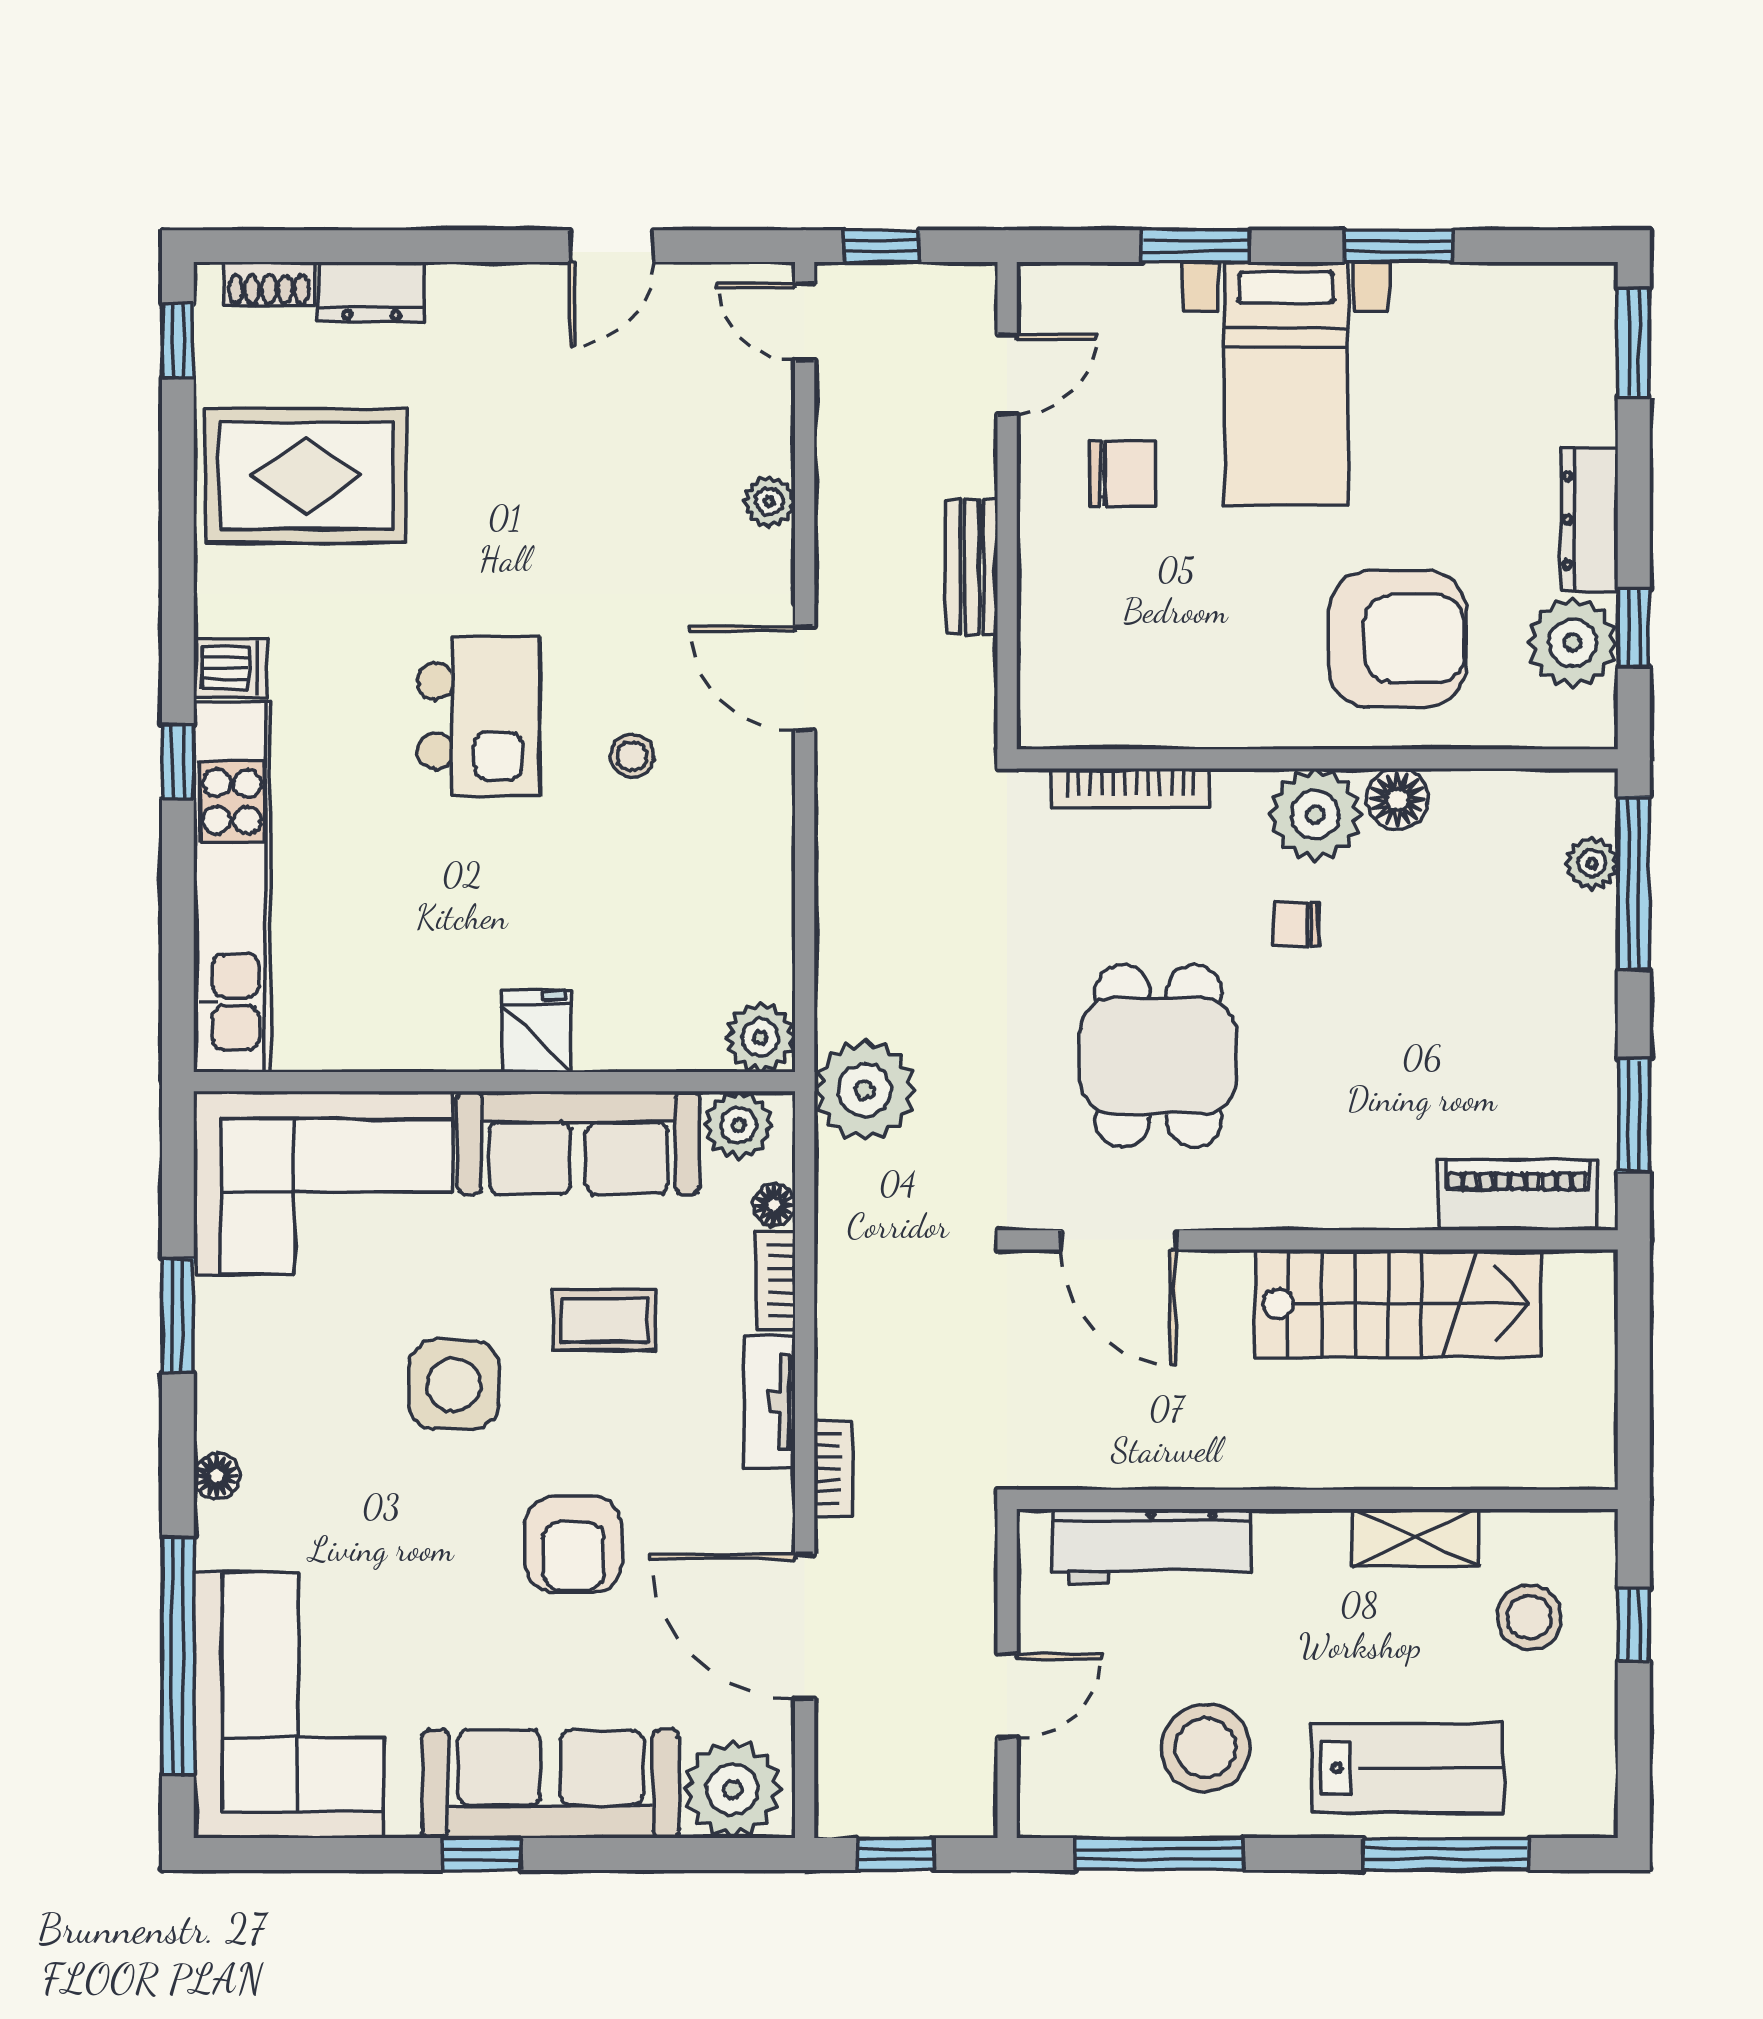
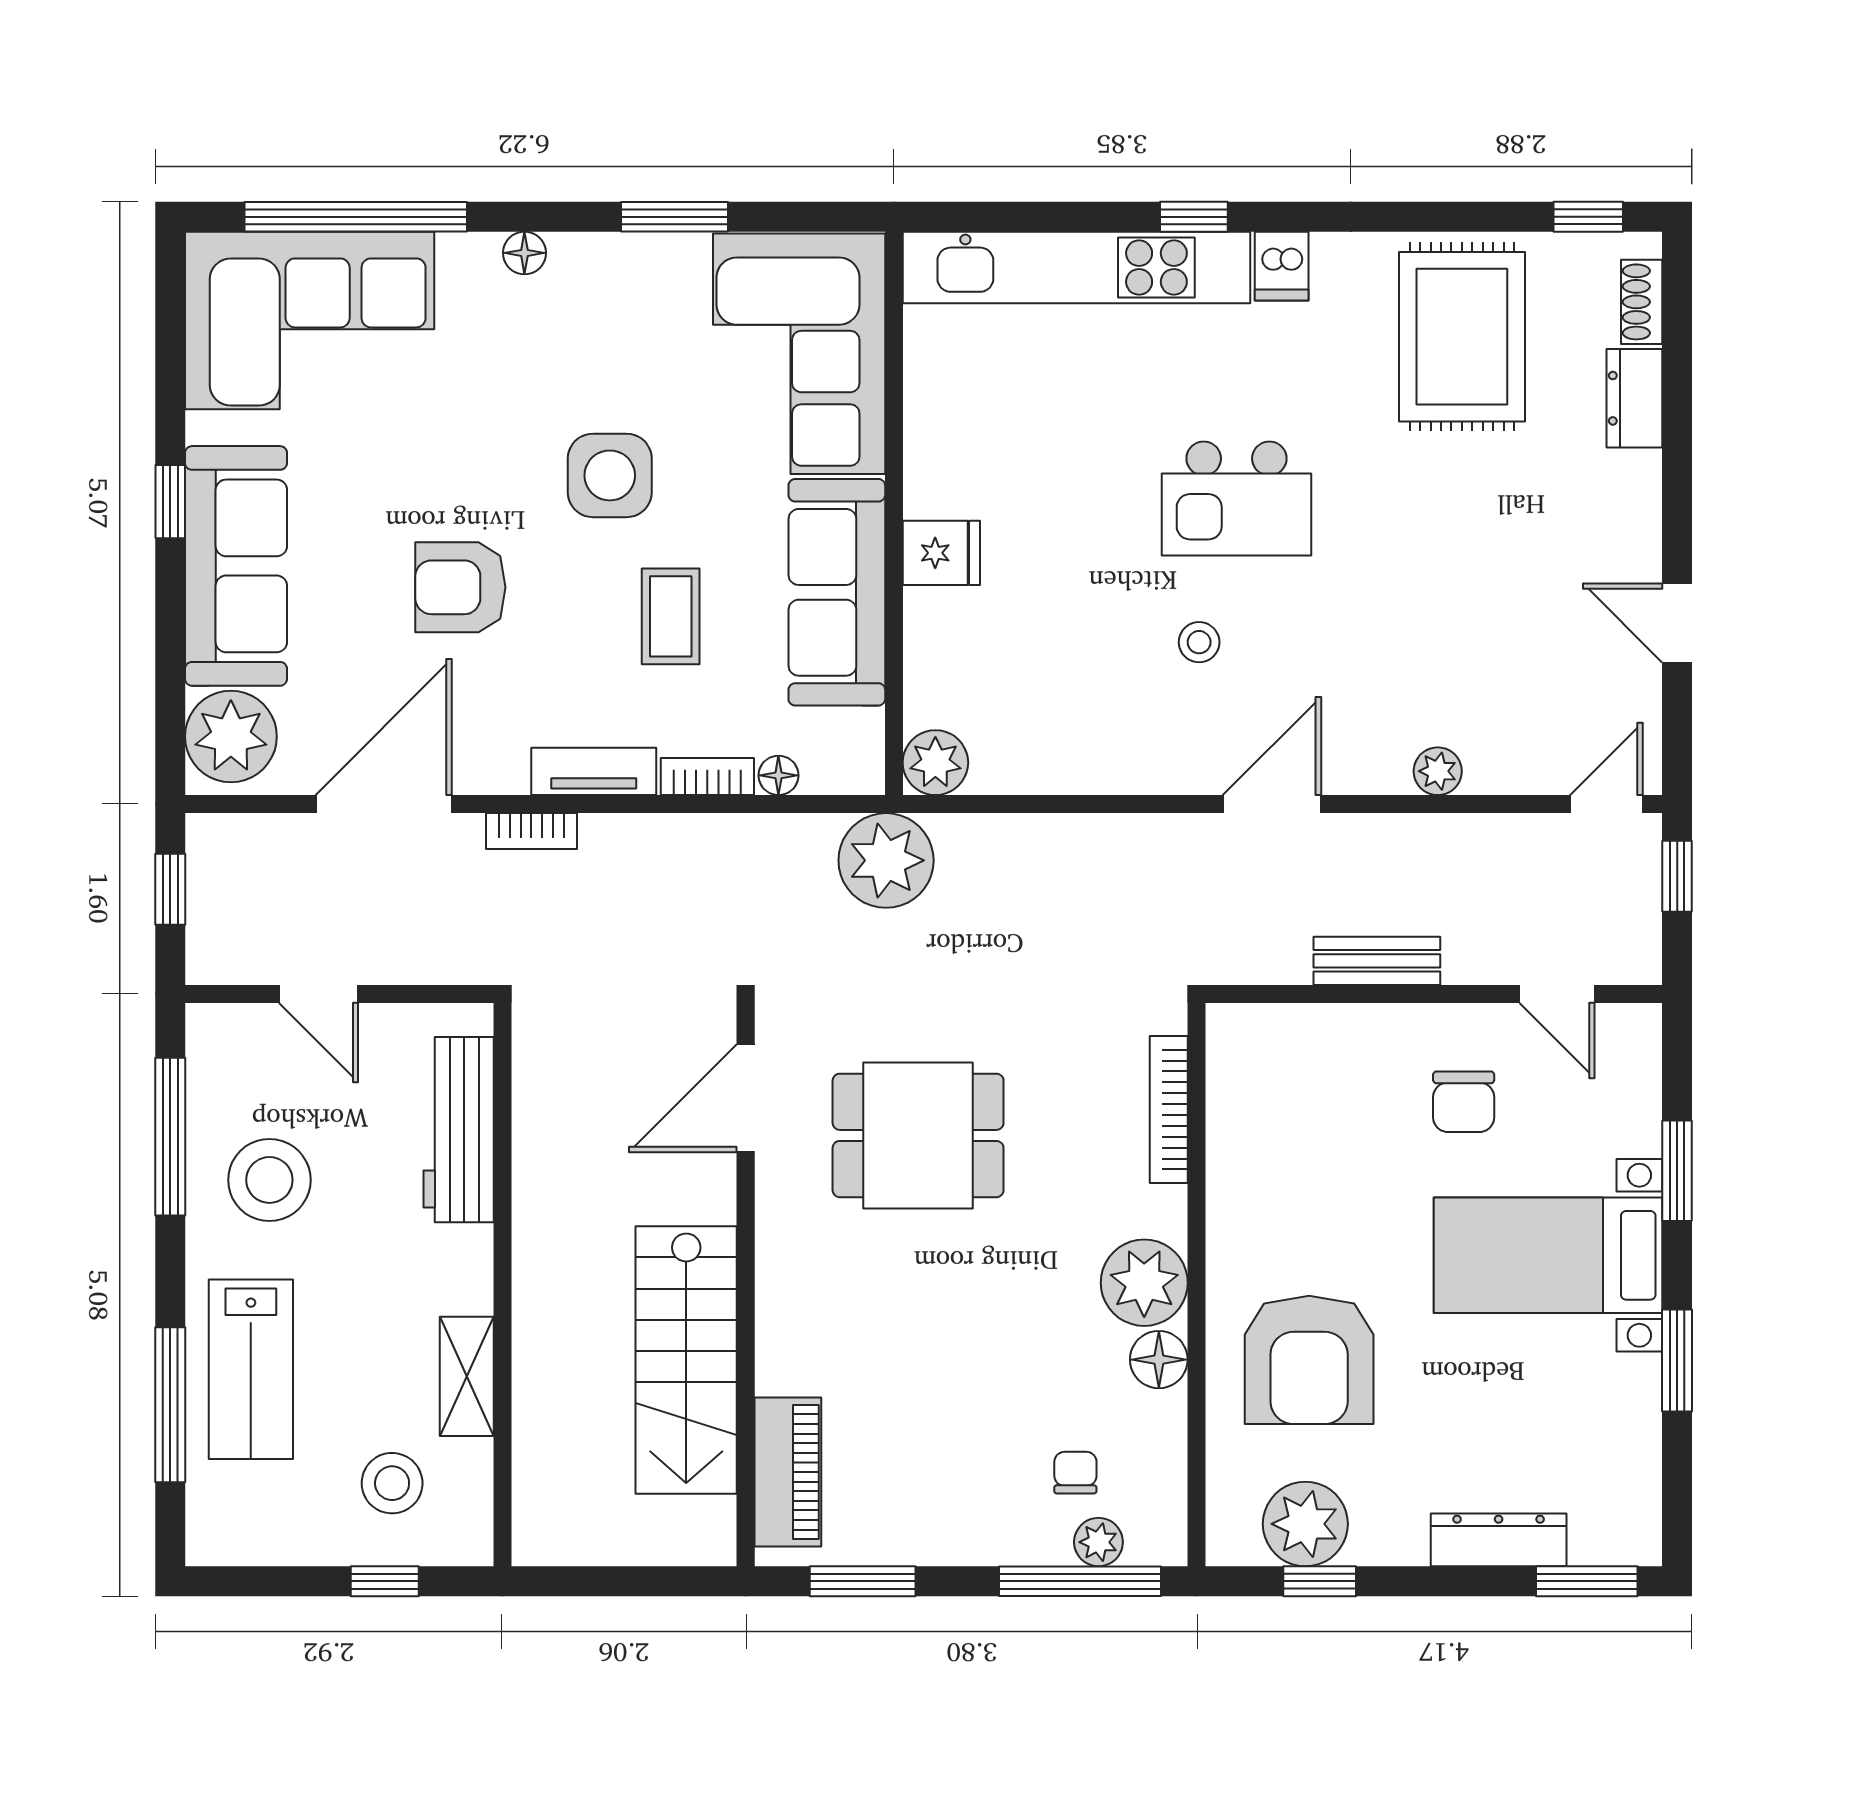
dresser: (1590, 520) -> (1499, 1540), moved
chair: (1296, 924) -> (1075, 1473), moved
plant: (739, 1125) -> (853, 742), removed

